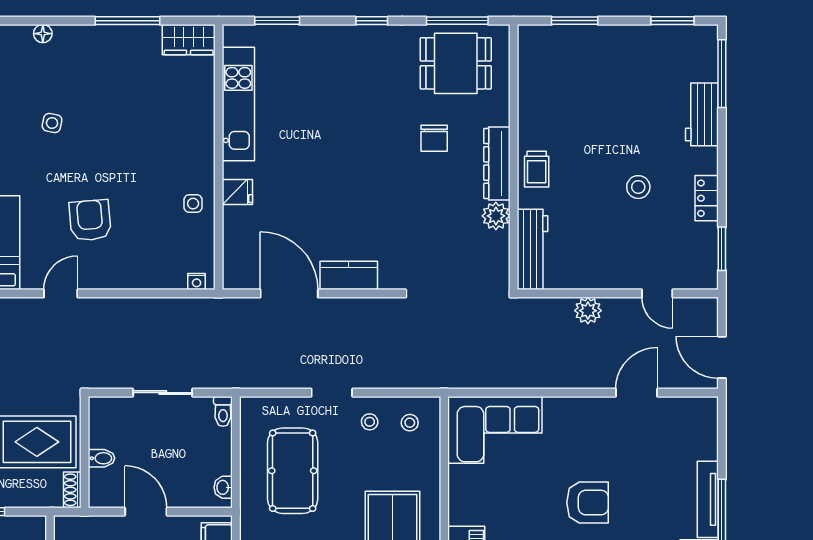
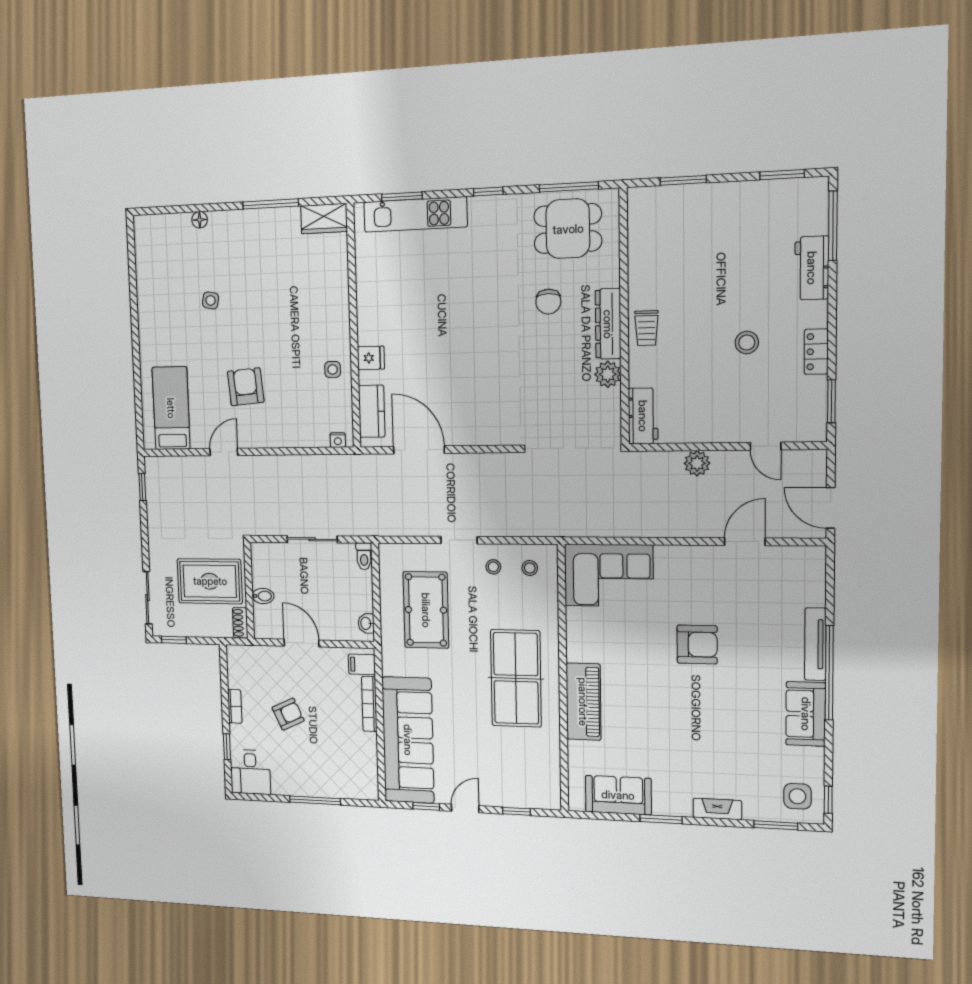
kitchen unit: (238, 104) -> (415, 214), moved, turned 90
workbench: (533, 249) -> (643, 416), width x0.73
kitchen counter: (349, 275) -> (372, 411), moved, turned 90

